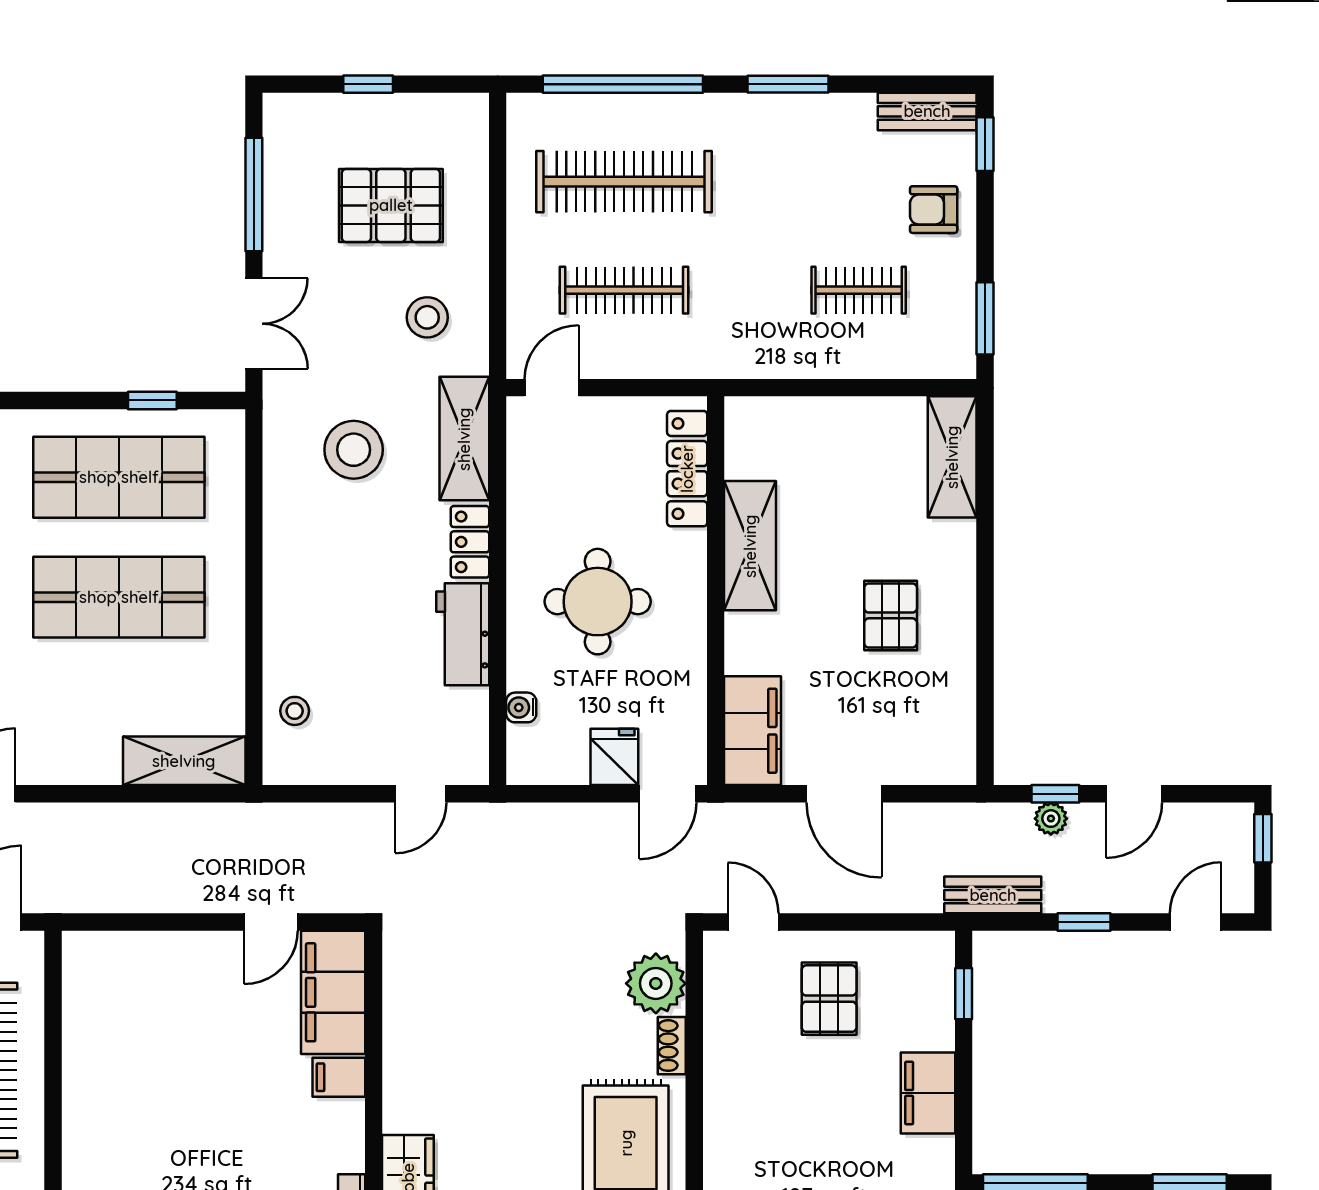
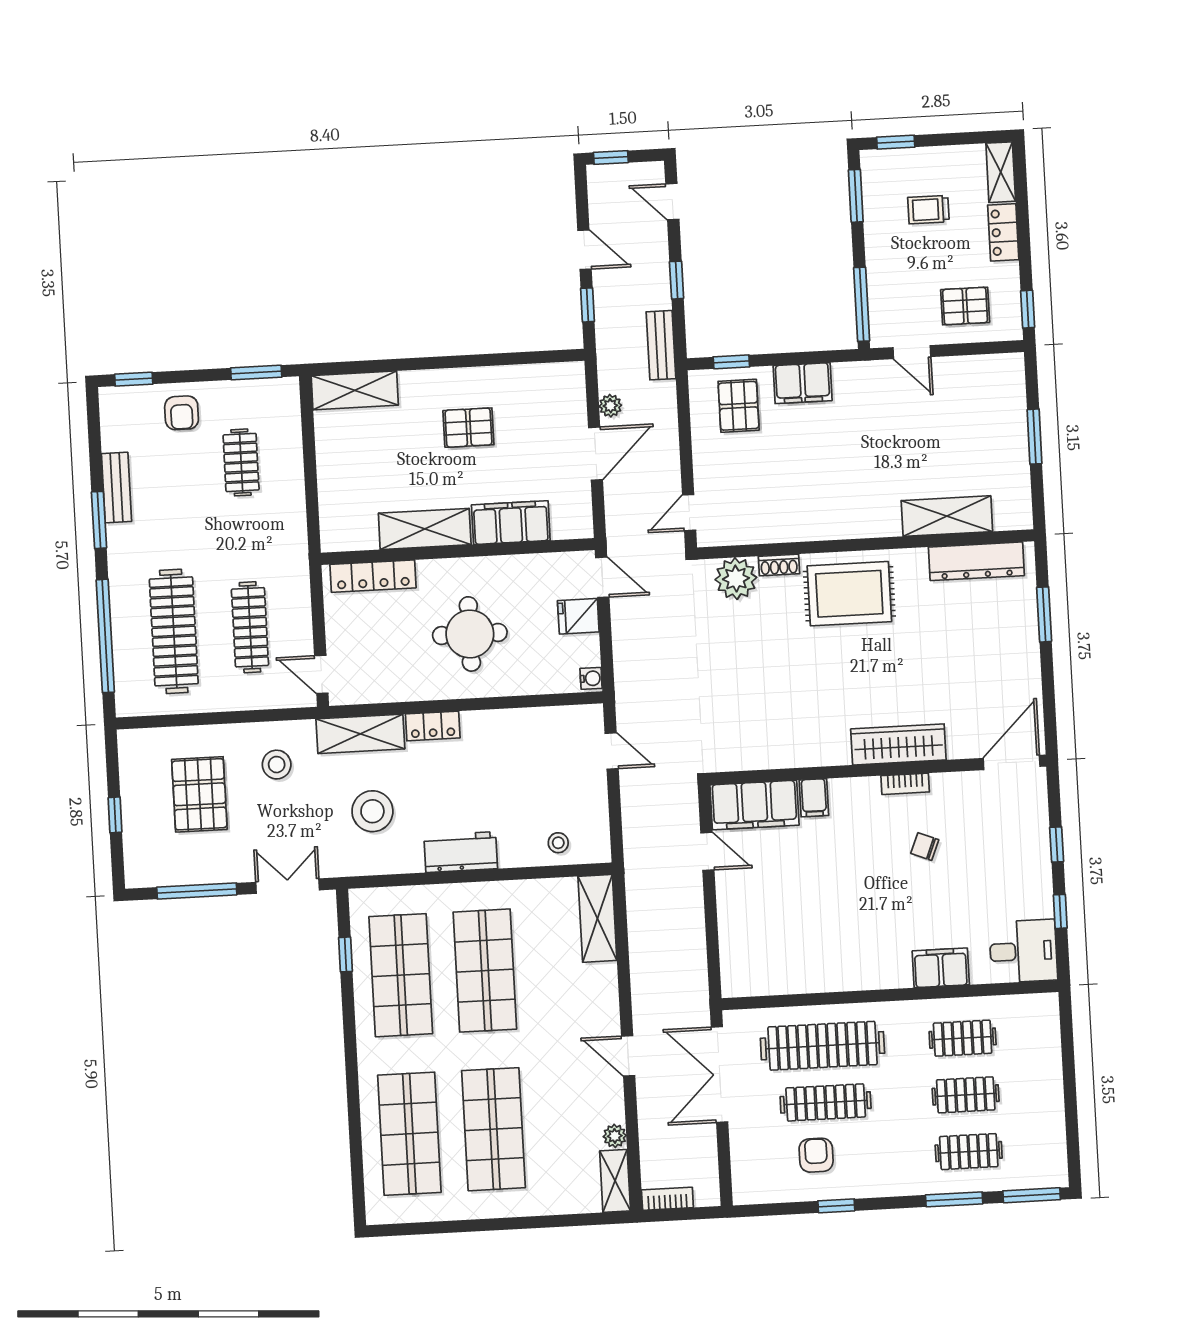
bench: (927, 111) -> (117, 487), moved
workbench: (463, 634) -> (461, 852), moved, turned 180
water cooler: (521, 707) -> (591, 678), moved, turned -90
filing cabinet: (753, 731) -> (511, 523), moved
plant: (1051, 819) -> (610, 406), moved
pallet: (829, 999) -> (739, 406), moved, turned 90

